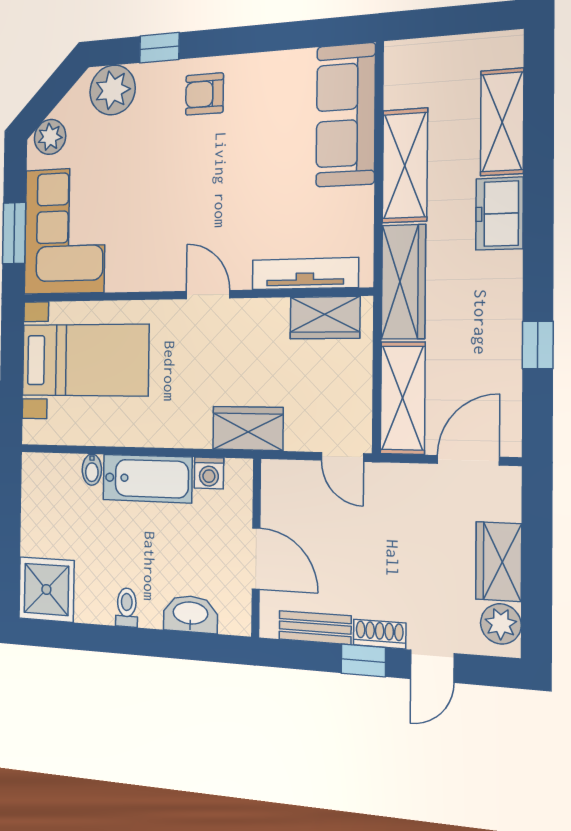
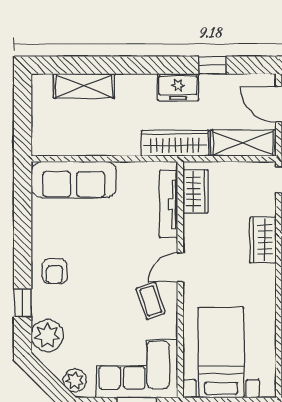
shelving: (405, 166) -> (106, 143), removed
freezer: (499, 214) -> (178, 87), moved
coffee table: (159, 249) -> (151, 301), added

